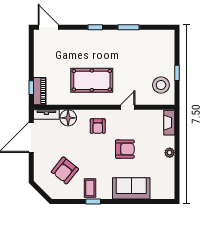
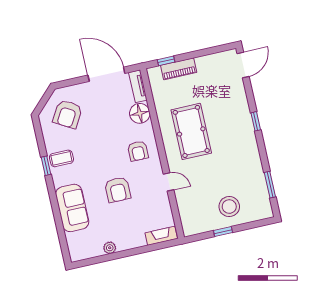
window: (128, 27) -> (270, 185), moved
stool: (161, 85) -> (229, 207), moved
piano: (40, 91) -> (179, 69), moved
armchair: (98, 126) -> (138, 151), turned -90
plant: (170, 153) -> (110, 248), moved
armchair: (65, 170) -> (68, 114), moved, turned -99

